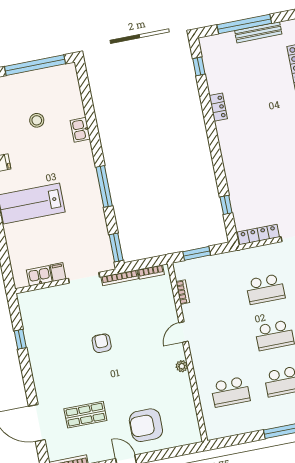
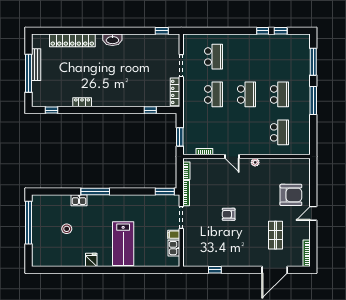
window: (104, 186) -> (95, 191), moved
armchair: (146, 425) -> (291, 195), turned -90

